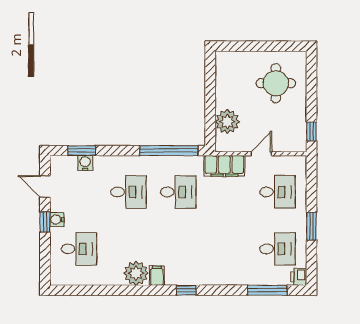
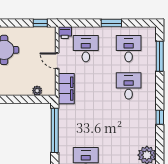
plant: (227, 122) -> (37, 91), width x0.53, depth x0.53
desk: (178, 192) -> (129, 86), moved
filing cabinet: (157, 276) -> (149, 139), removed
printer: (299, 277) -> (65, 33), moved

